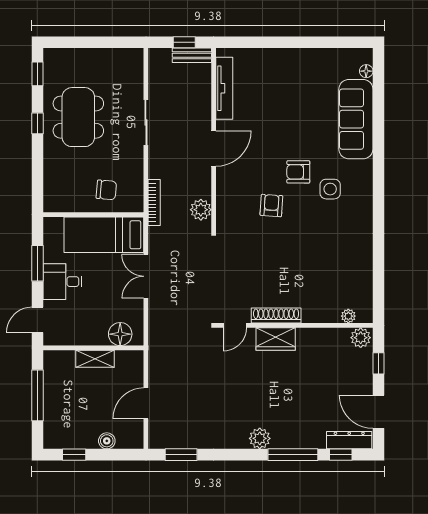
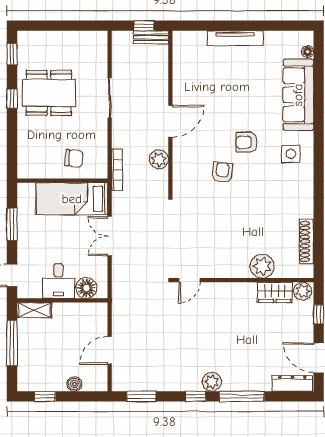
tv unit: (224, 88) -> (235, 38), moved, turned 90
dining table: (78, 117) -> (49, 93), turned 90
side table: (330, 189) -> (291, 154), moved
plant: (201, 210) -> (159, 159), moved
desk: (62, 282) -> (58, 281), moved, turned -90
shoe rack: (276, 316) -> (307, 241), moved, turned -90
plant: (348, 316) -> (262, 266), moved, width x1.87, depth x1.87
wardrobe: (276, 339) -> (275, 292), moved
shelving: (95, 359) -> (34, 310), moved
window: (341, 455) -> (196, 396), moved

